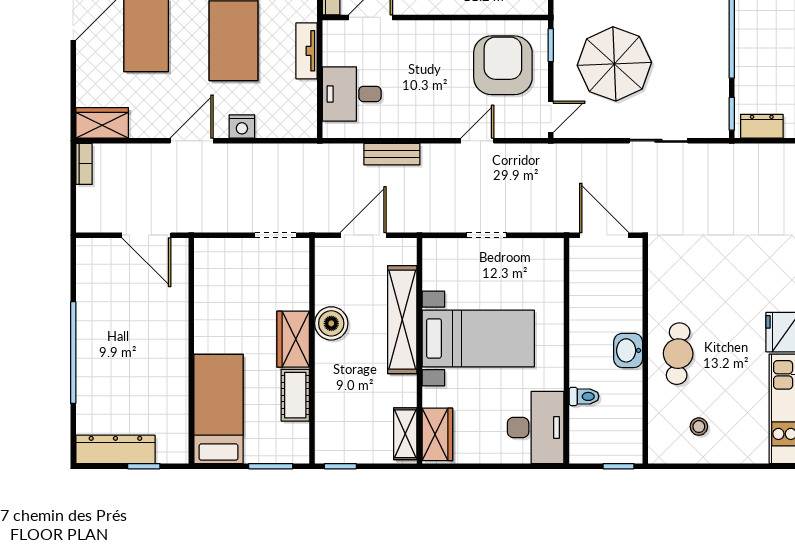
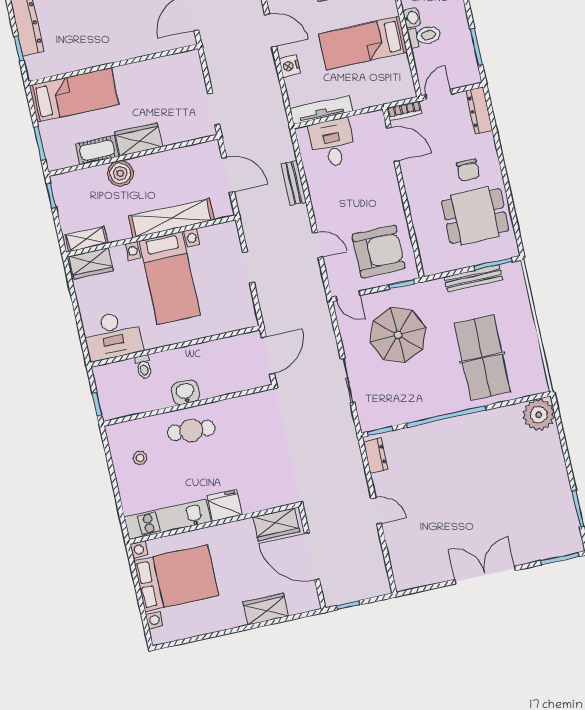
tv unit: (307, 51) -> (321, 110), moved, width x1.41
boiler: (331, 323) -> (120, 173), moved

